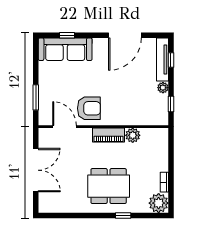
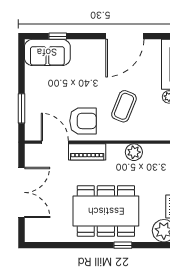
sofa: (65, 49) -> (47, 52), width x0.73
coffee table: (124, 96) -> (124, 106), added
piano: (108, 135) -> (87, 152), moved
dining table: (109, 186) -> (106, 211), width x1.36, depth x1.24

